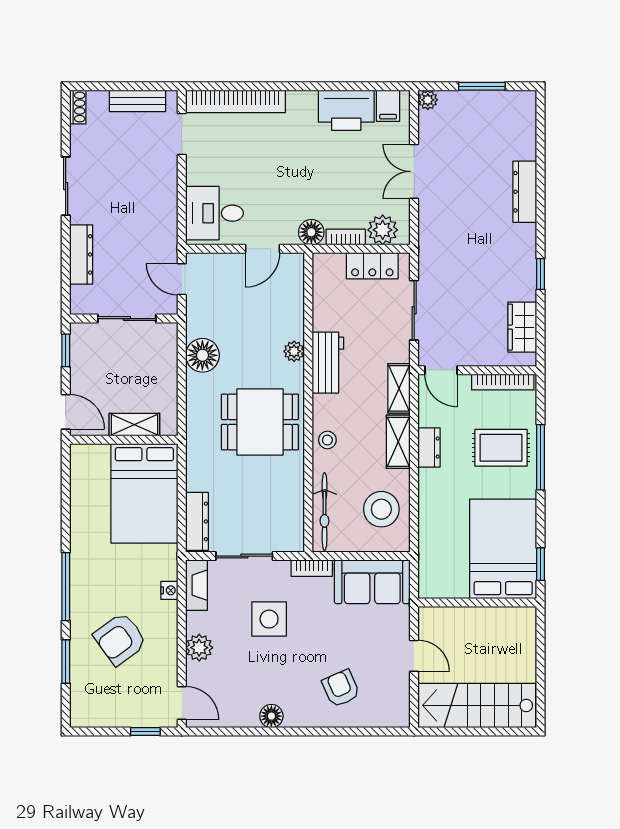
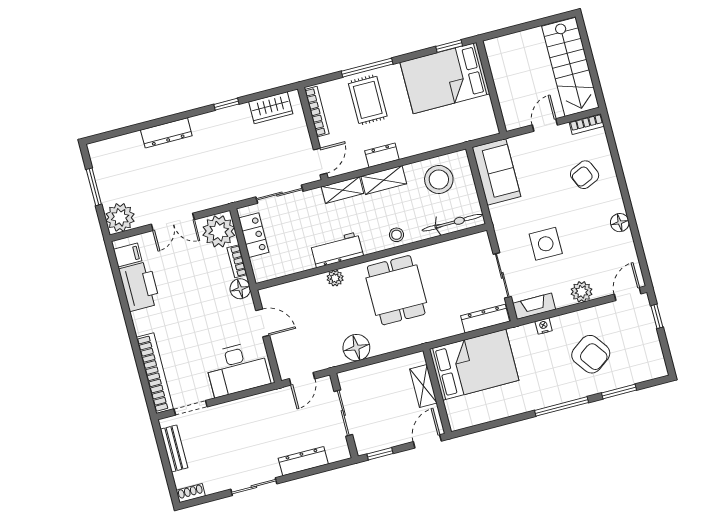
plant: (428, 100) -> (120, 217), width x1.88, depth x1.88
desk: (214, 213) -> (237, 369), width x1.37
plant: (383, 230) -> (219, 231), width x1.36, depth x1.36
bookcase: (312, 568) -> (587, 124), moved, turned 90

